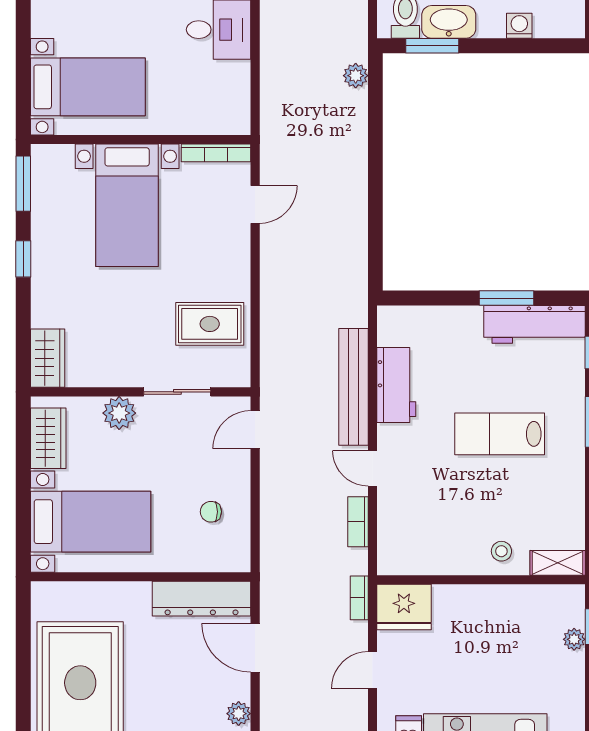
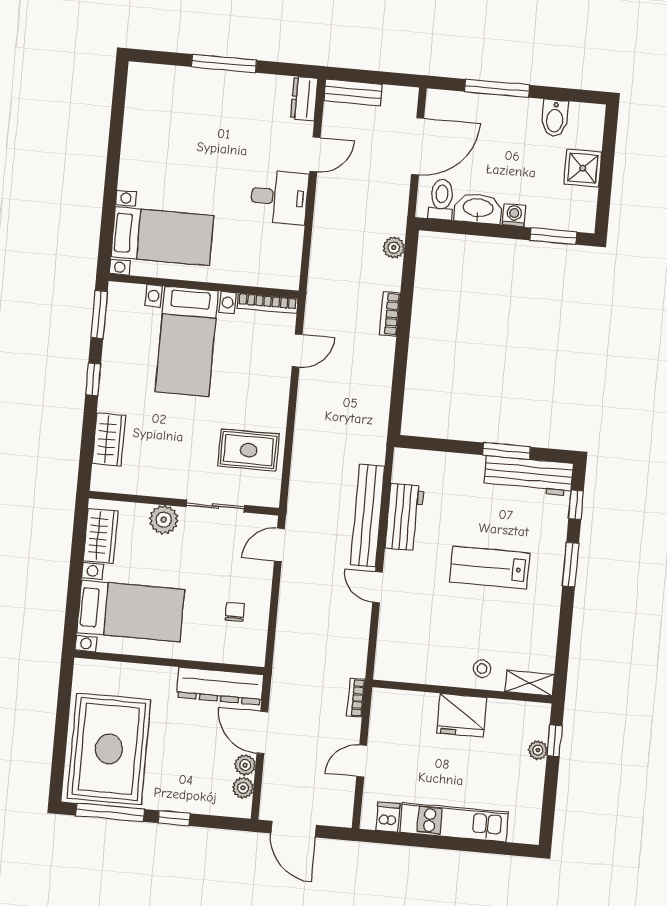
washing machine: (519, 26) -> (514, 215), moved
window: (432, 46) -> (553, 236), moved
wardrobe: (48, 358) -> (109, 440), moved
chair: (211, 512) -> (235, 612), turned 90
bookcase: (358, 522) -> (390, 314), moved
fridge: (404, 607) -> (462, 715), moved
plant: (239, 687) -> (245, 765), added

